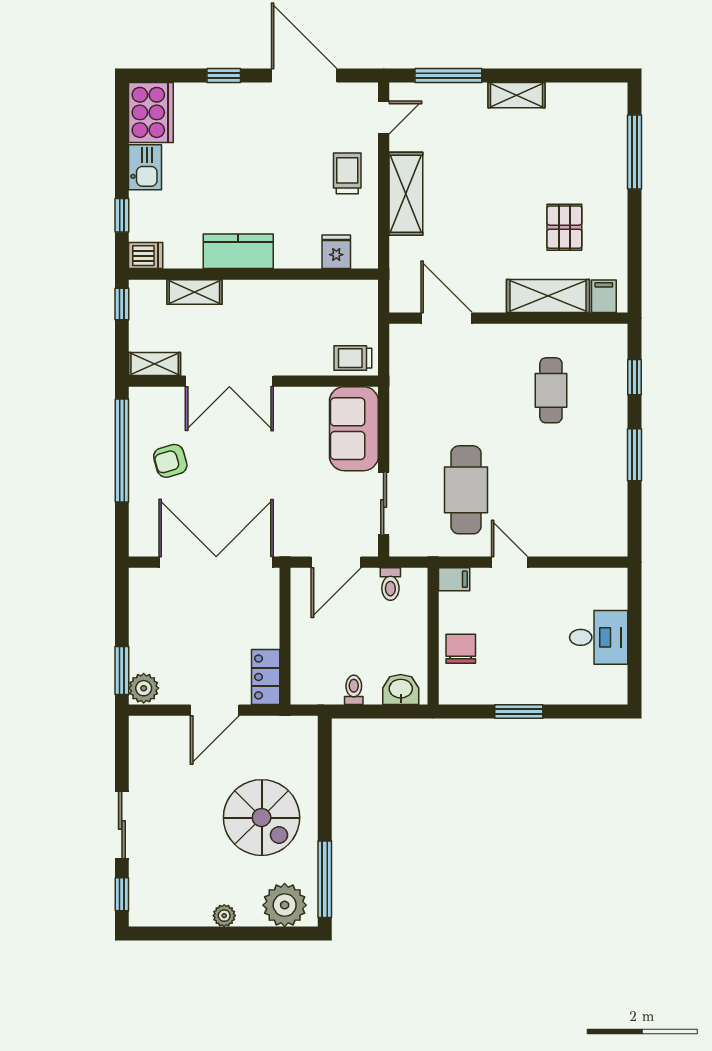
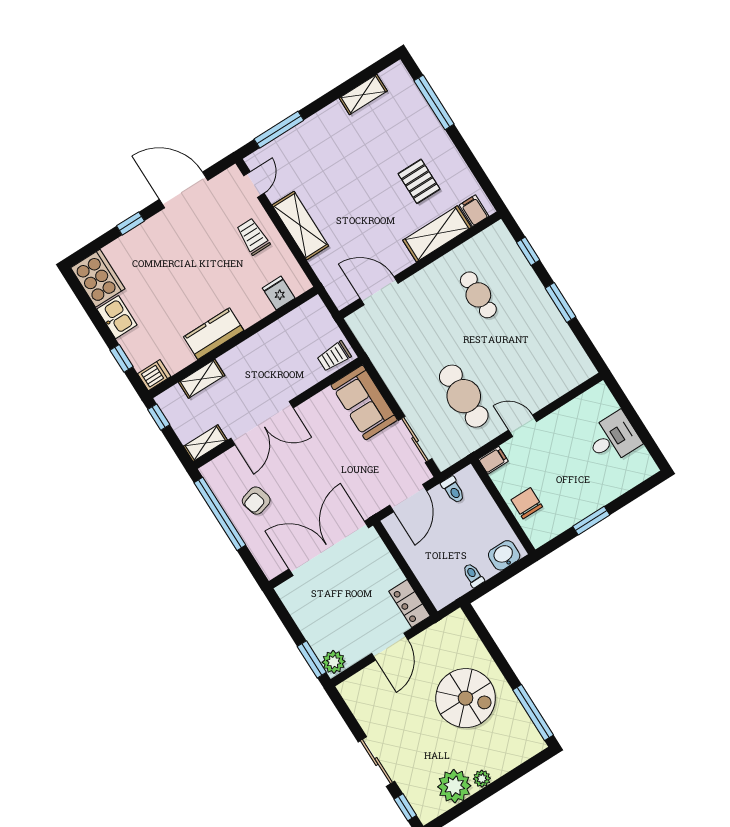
shelving: (516, 95) -> (363, 95), moved
plant: (285, 905) -> (454, 786), moved

